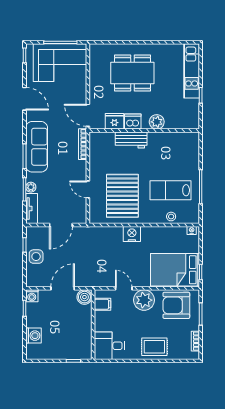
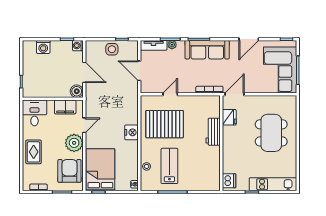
dishwasher: (133, 121) -> (229, 181), moved
plant: (157, 122) -> (229, 154), removed
filing cabinet: (103, 304) -> (65, 107), width x2.00

